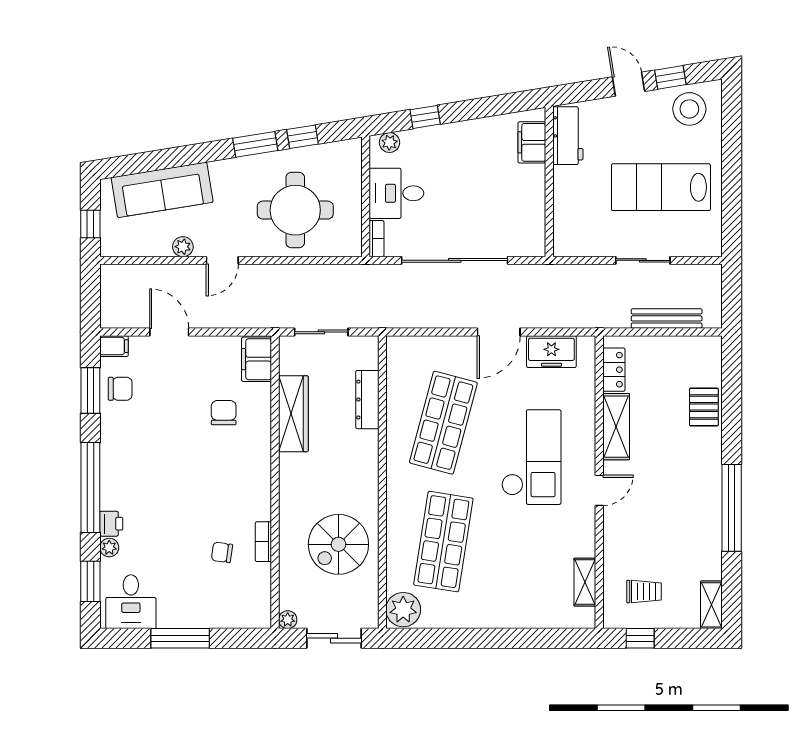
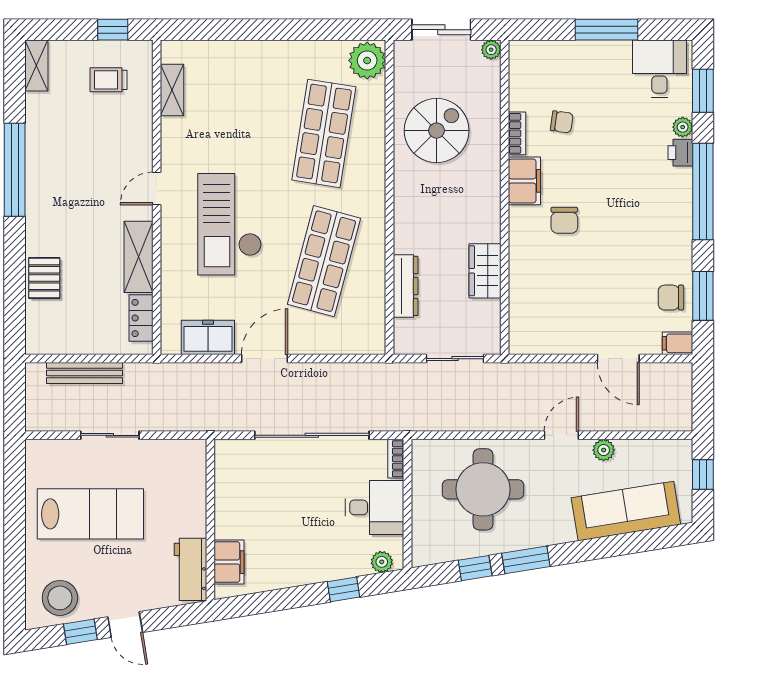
filing cabinet: (257, 359) -> (524, 181), moved
chair: (224, 413) -> (564, 220), moved
wardrobe: (293, 414) -> (485, 271), width x0.67

